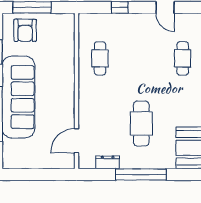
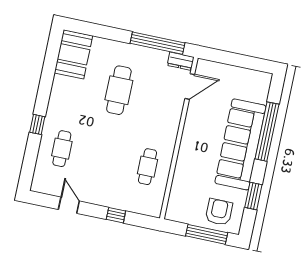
dresser: (108, 162) -> (181, 61), moved
window: (141, 175) -> (158, 43), moved

